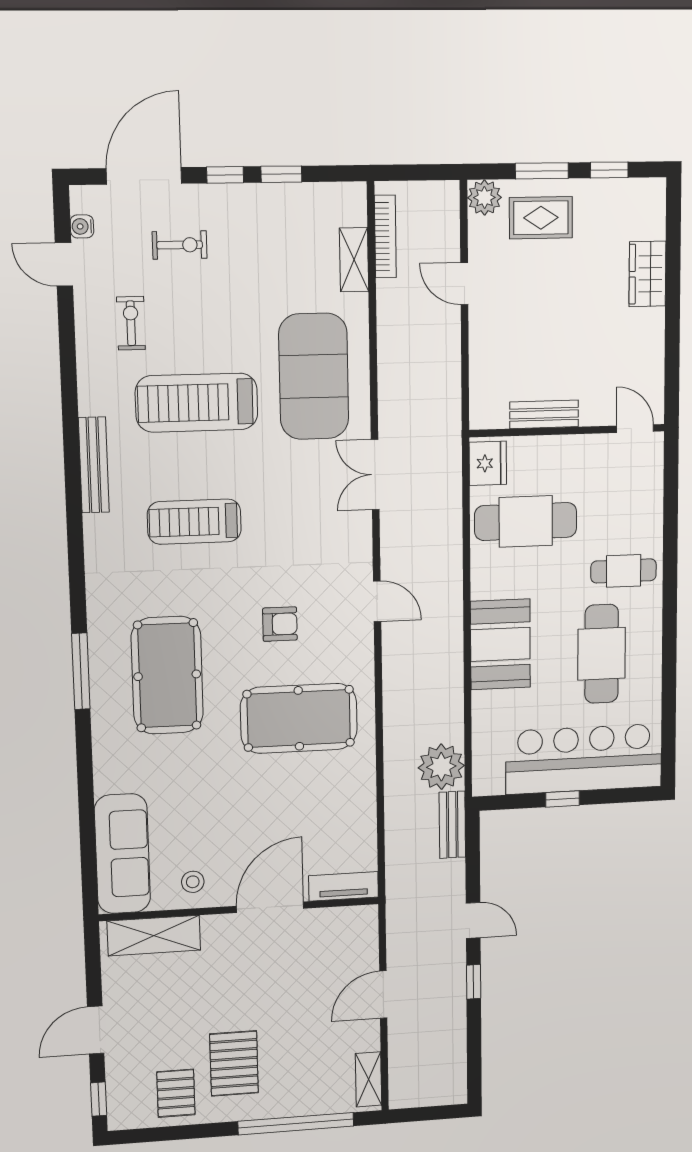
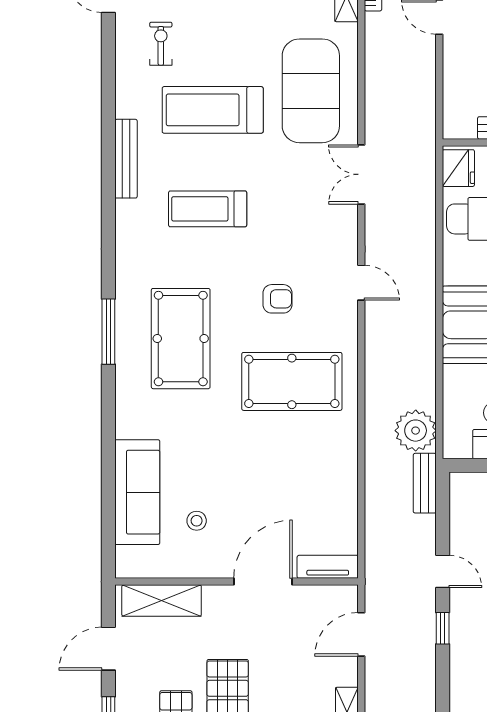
tv unit: (343, 886) -> (328, 567), moved
door: (270, 907) -> (263, 582), moved
wall: (240, 909) -> (237, 582), moved
shelving: (154, 936) -> (162, 601), moved

